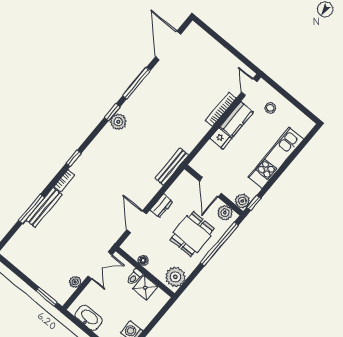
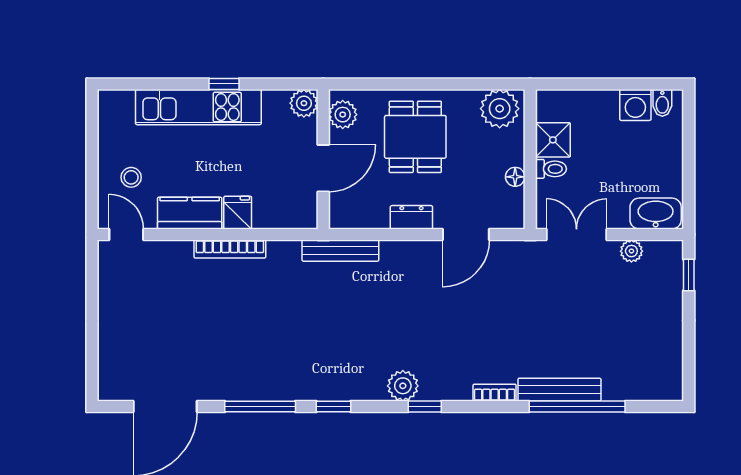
door: (249, 87) -> (126, 235), swing flipped
bookcase: (221, 109) -> (230, 249), moved
plant: (118, 122) -> (403, 386), moved
window: (74, 158) -> (425, 407), moved
window: (254, 203) -> (224, 84), moved
window: (31, 209) -> (577, 407), width x1.46
dining table: (192, 234) -> (415, 137), turned 90
window: (219, 244) -> (396, 84), removed
window: (47, 297) -> (689, 275), width x0.67
washbasin: (89, 318) -> (656, 214), moved, turned 90

